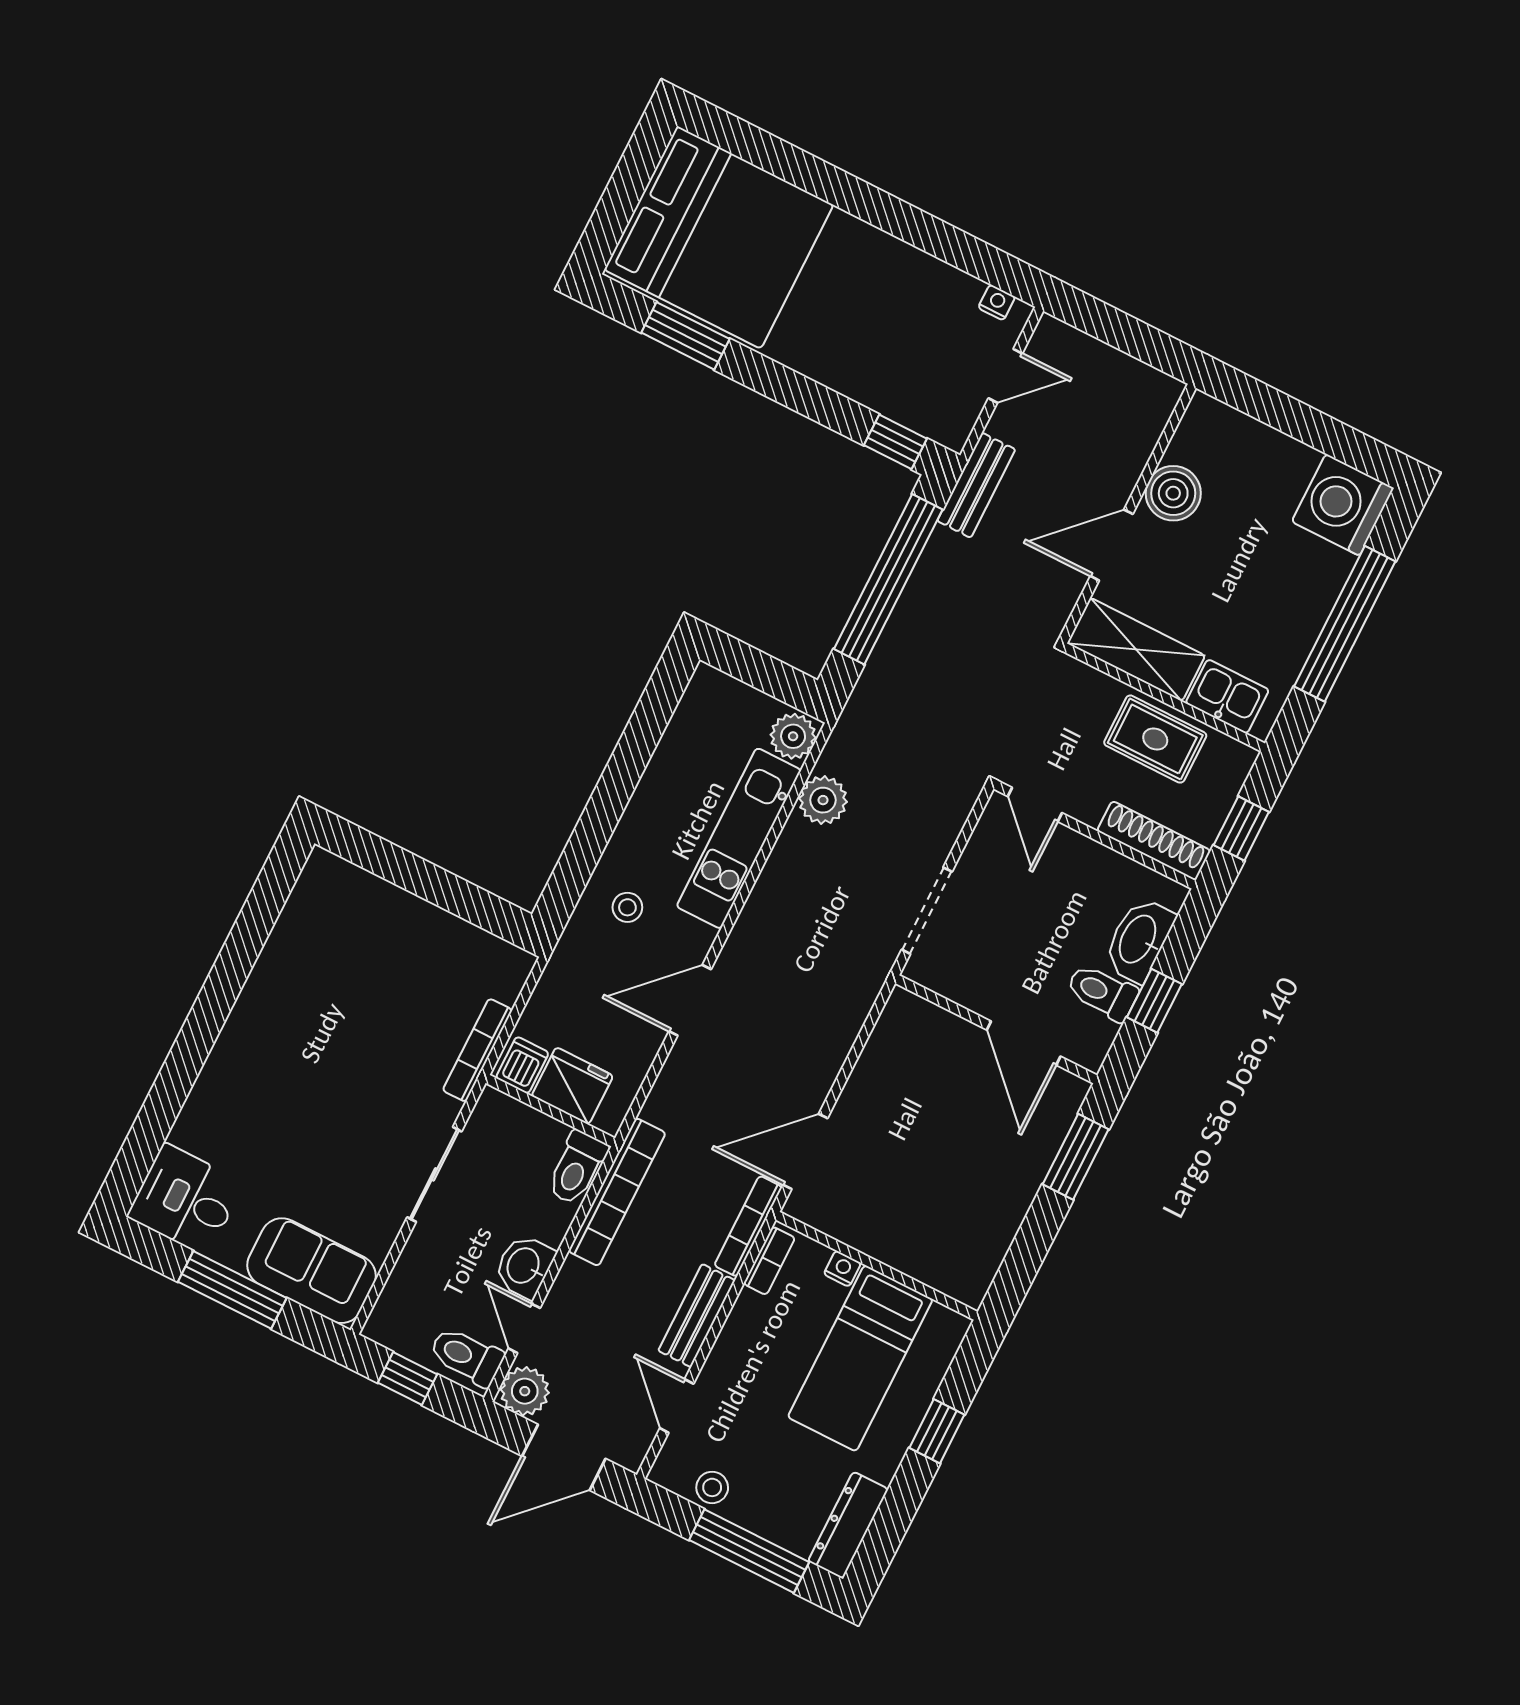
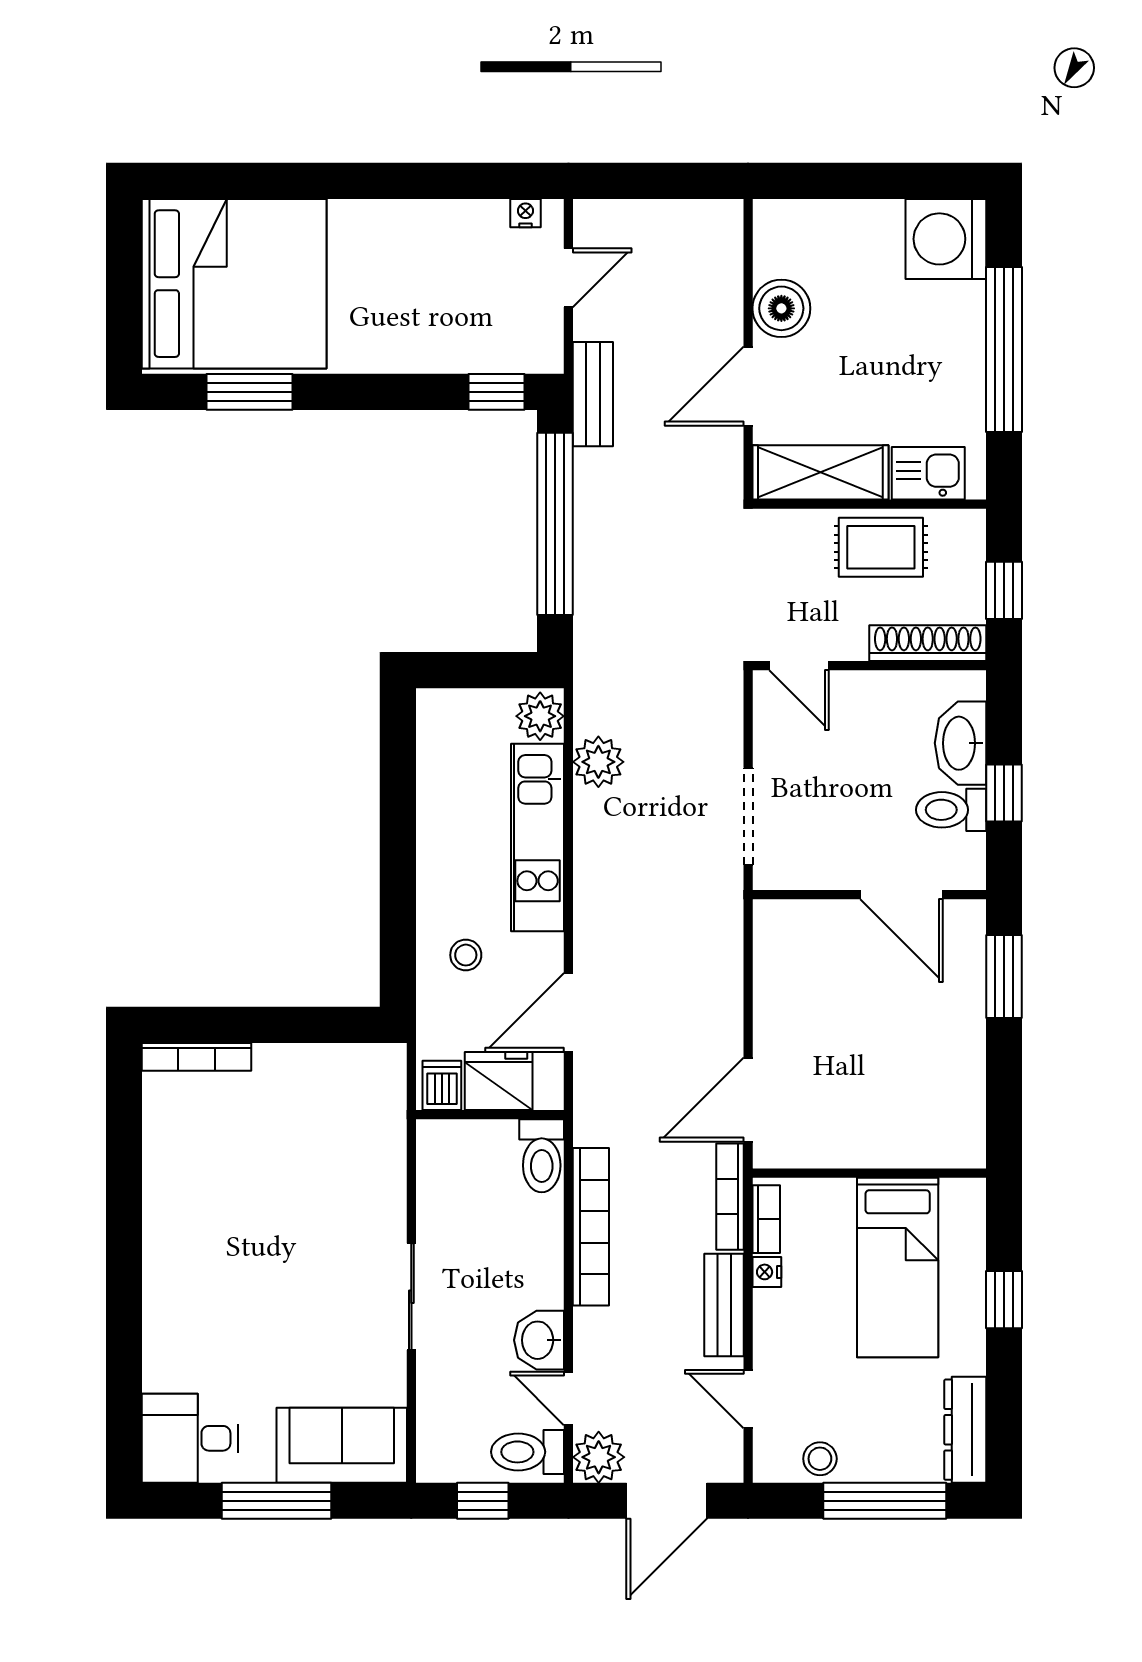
bookcase: (477, 1050) -> (197, 1057), moved, turned -90
dishwasher: (522, 1065) -> (442, 1085), moved
fridge: (572, 1086) -> (499, 1081), moved
wall: (550, 1111) -> (490, 1115), moved
toilet: (577, 1168) -> (542, 1156), moved
nightstand: (842, 1269) -> (767, 1272), moved, turned -90

